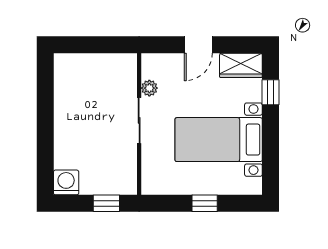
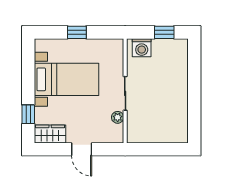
door: (198, 45) -> (82, 149), swing flipped
washing machine: (66, 182) -> (142, 48), moved
window: (106, 203) -> (164, 32), moved

